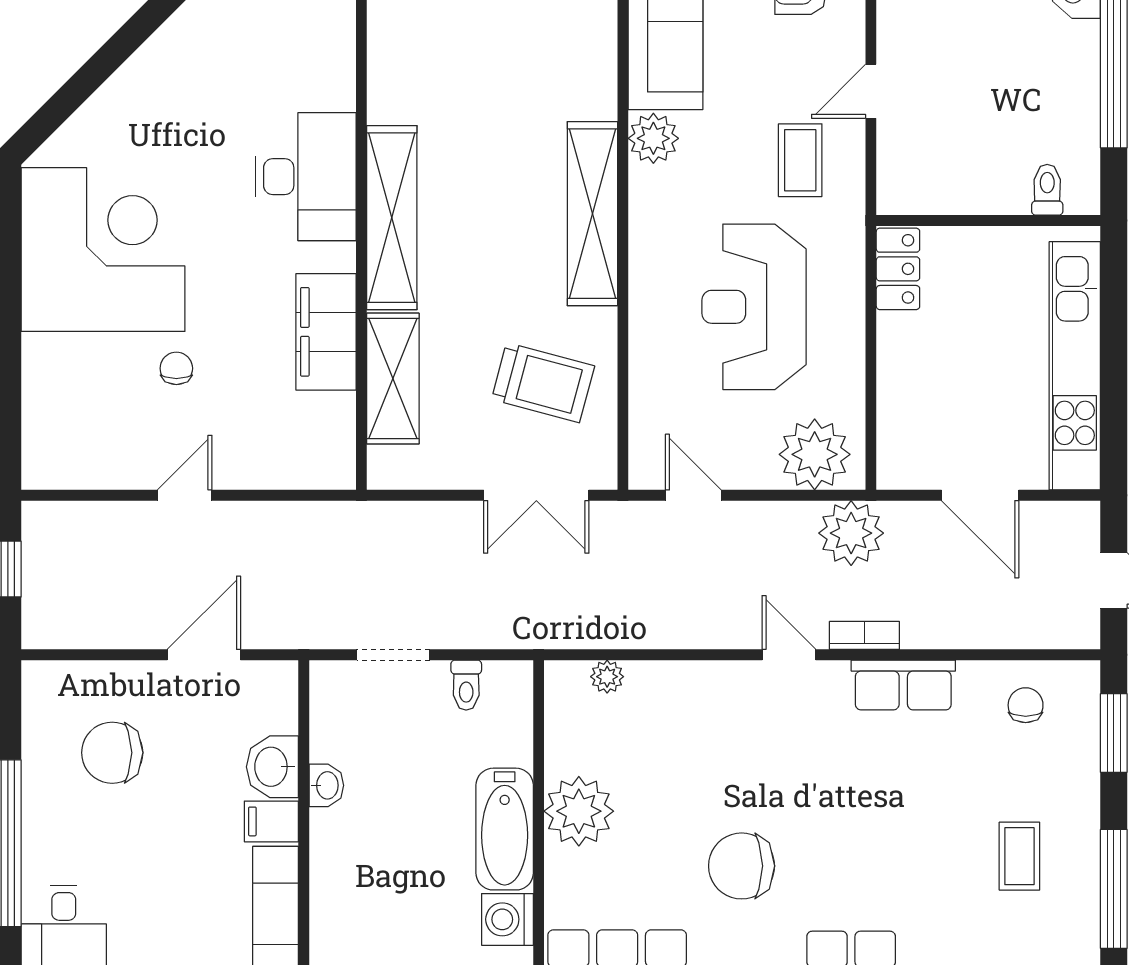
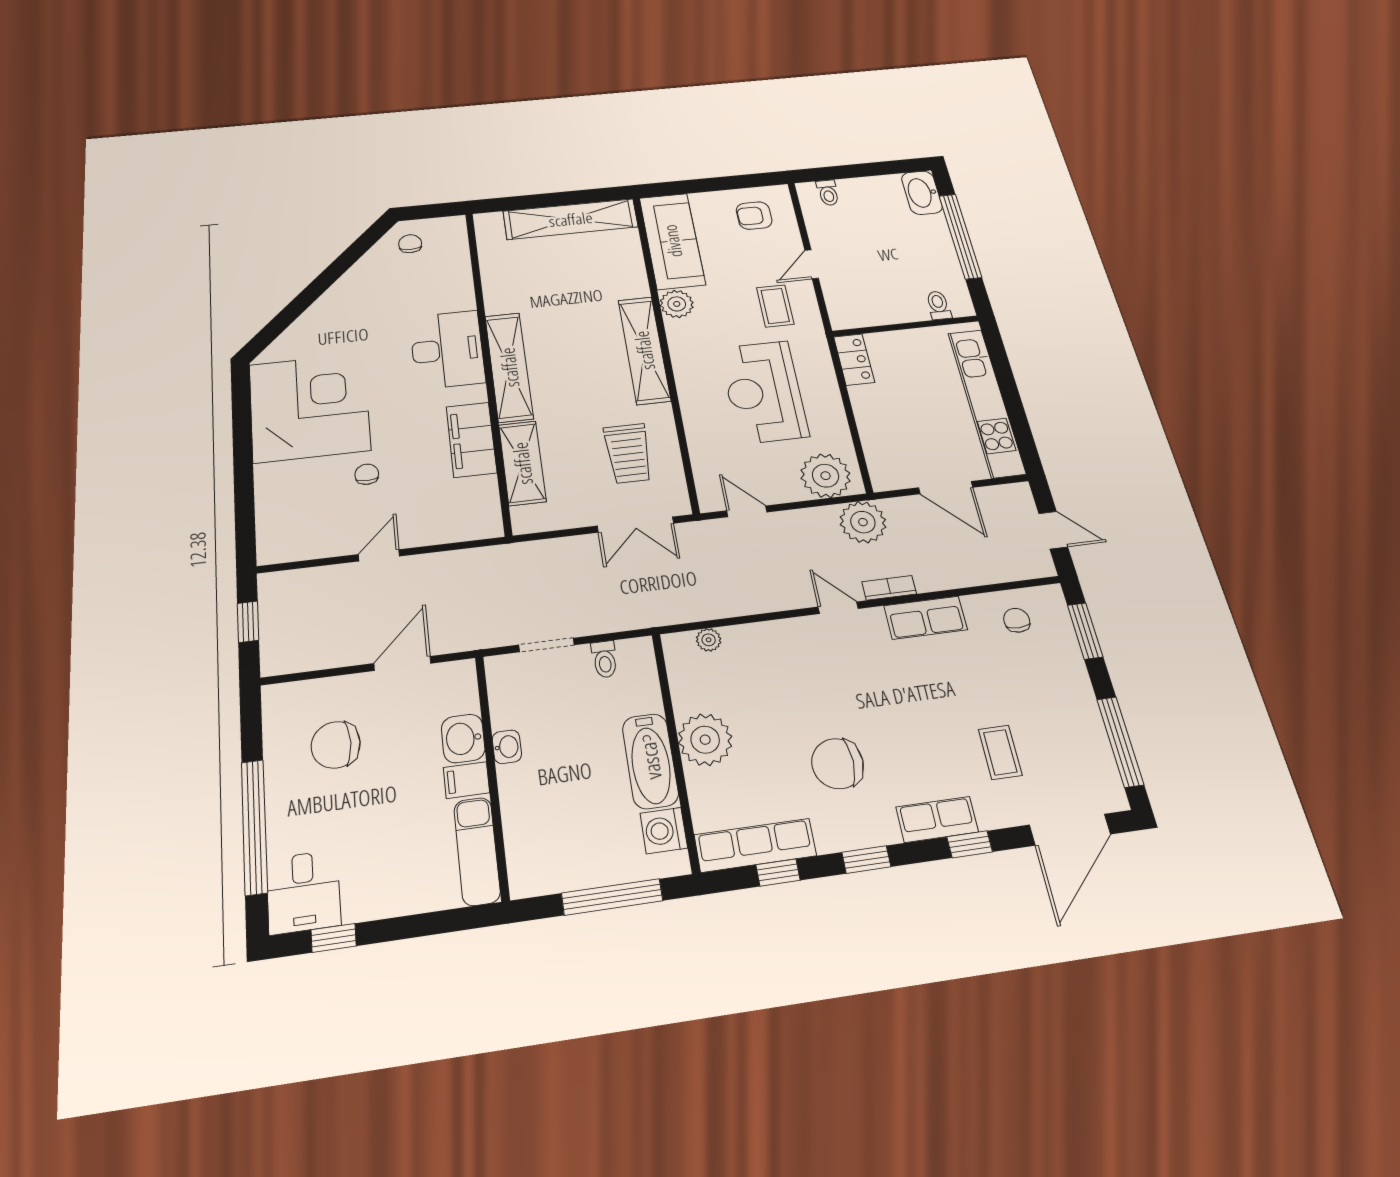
trolley: (543, 383) -> (628, 453), turned 75
coffee table: (1019, 856) -> (1000, 752), moved

